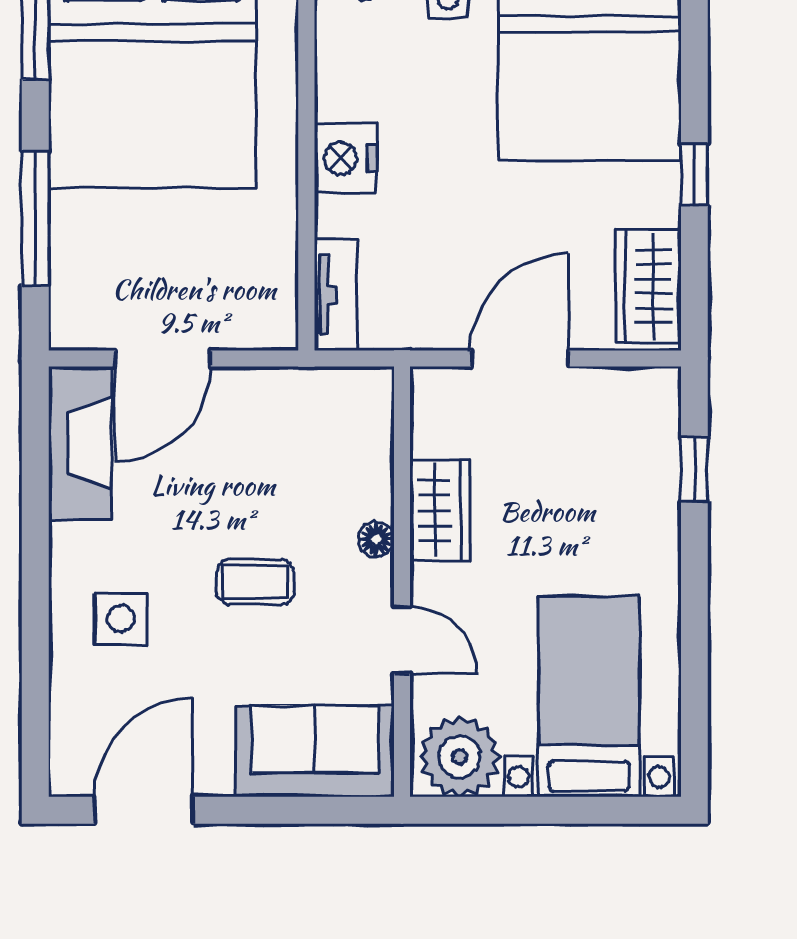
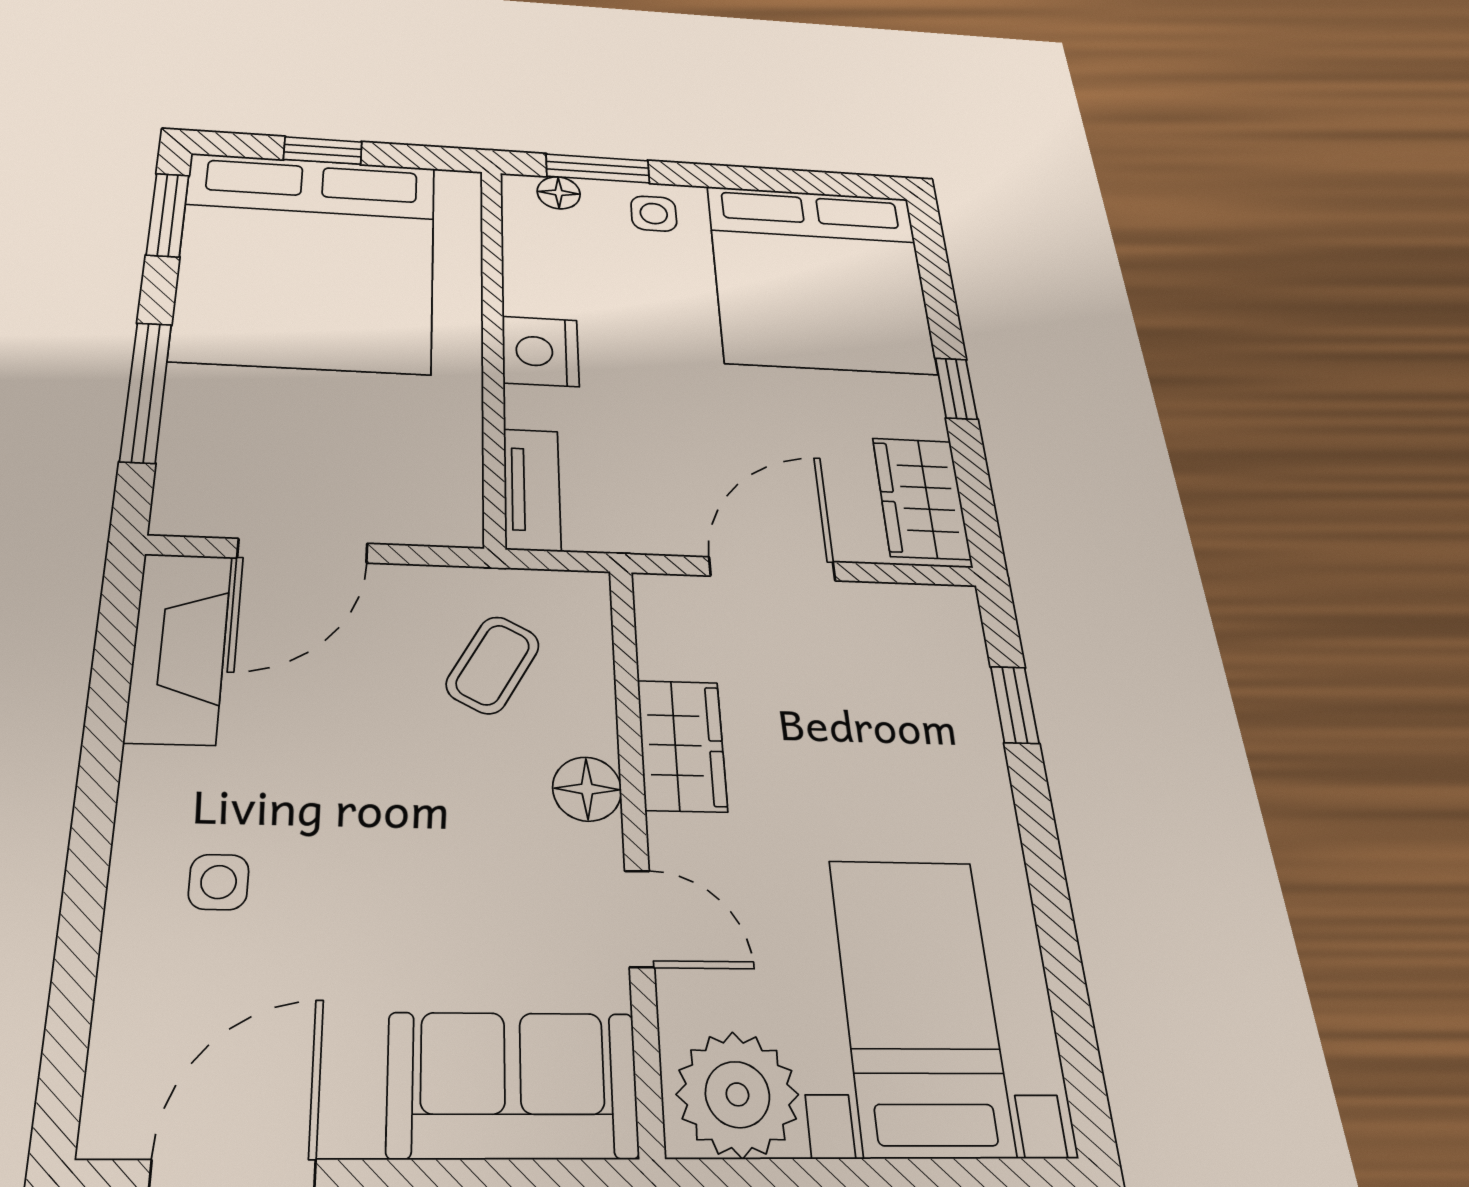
floor lamp: (376, 539) -> (587, 789), width x1.37, depth x1.37
coffee table: (255, 582) -> (493, 665), moved, turned -61
side table: (121, 619) -> (219, 882), width x0.73, depth x0.73

